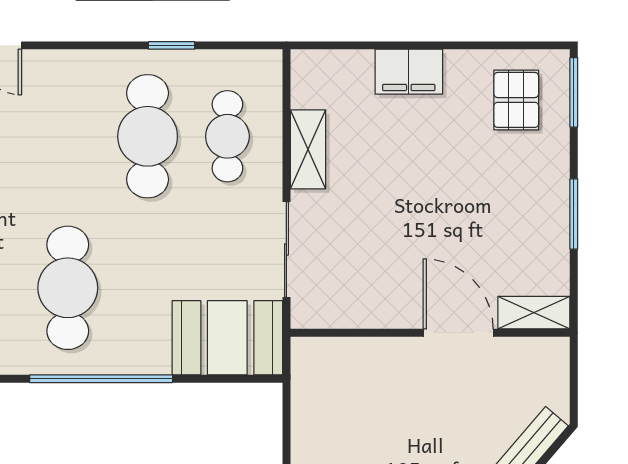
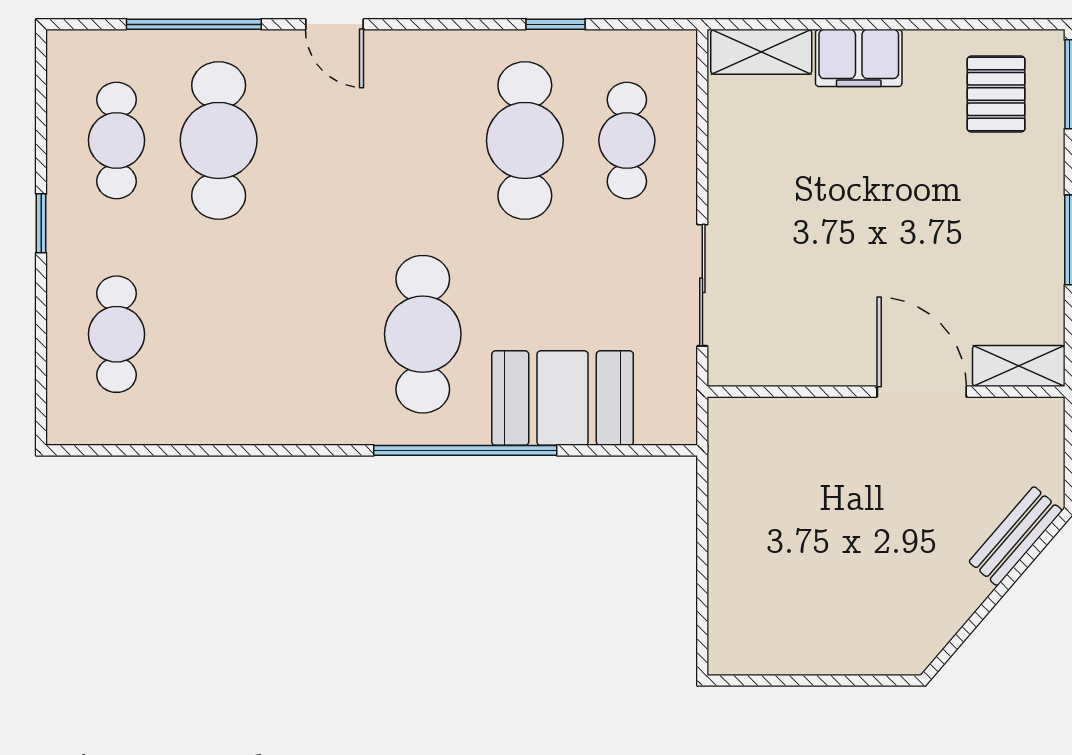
shelving: (308, 149) -> (761, 52), moved, turned 90
booth: (227, 338) -> (563, 398), moved

